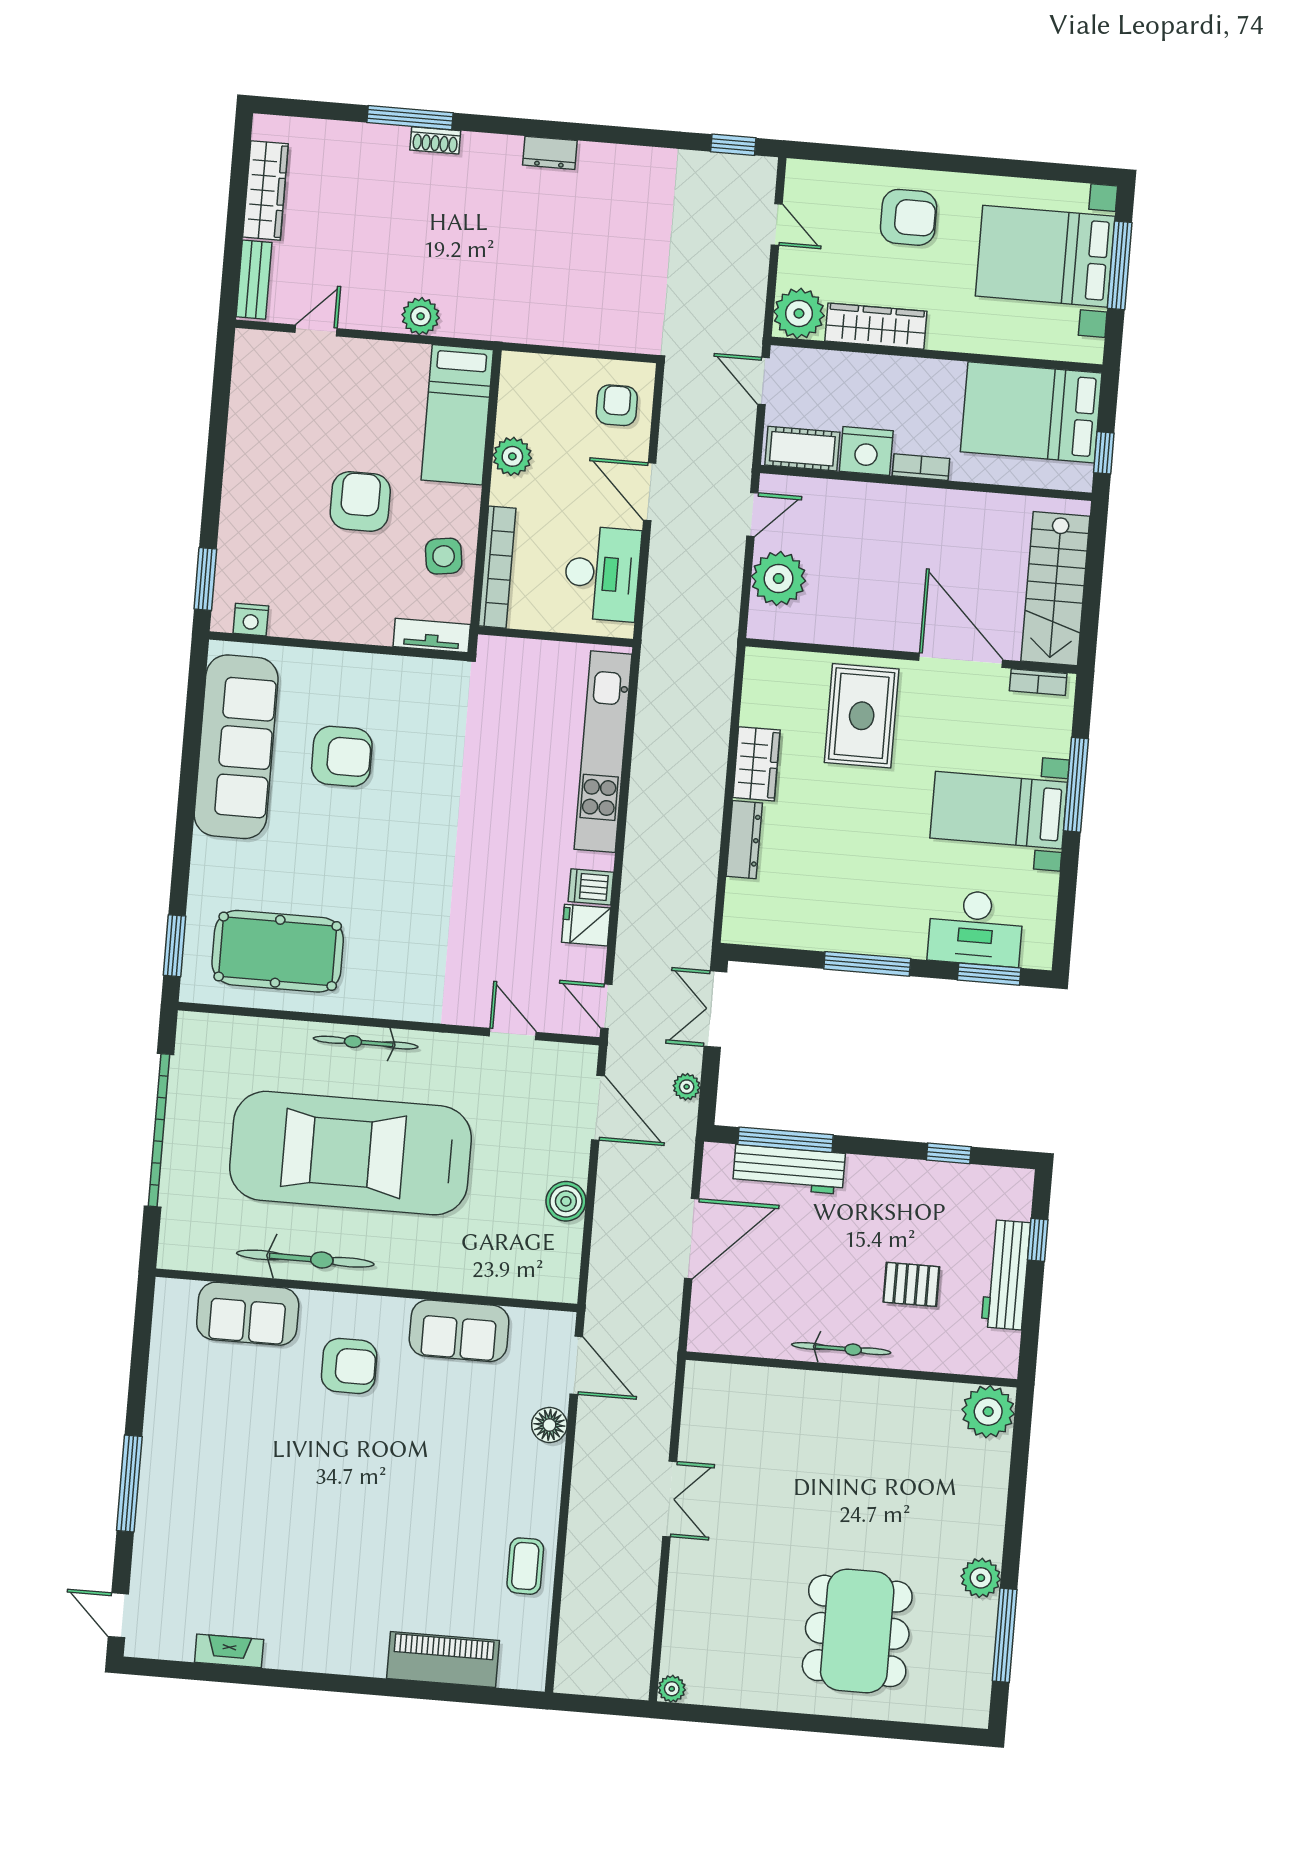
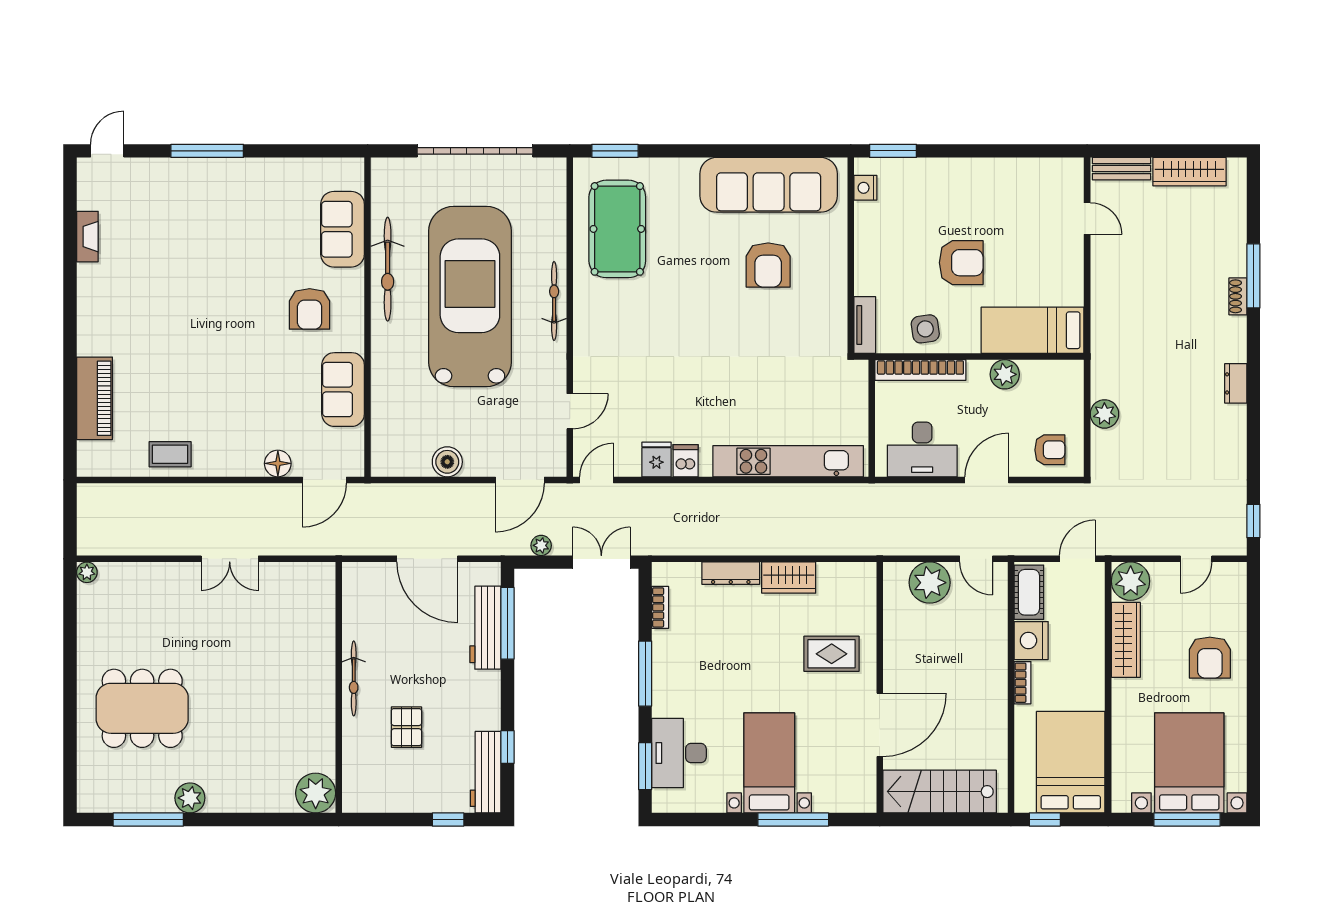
plant: (421, 316) -> (1104, 414), moved
bookcase: (1038, 682) -> (660, 607), moved, turned 180
rug: (862, 716) -> (832, 654), width x0.73, depth x0.70
workbench: (1006, 1275) -> (486, 772), moved, turned -90

